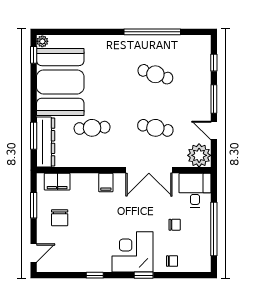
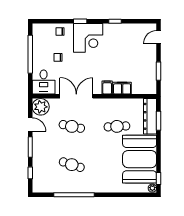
filing cabinet: (57, 182) -> (122, 88), moved
chair: (60, 218) -> (140, 62), removed

